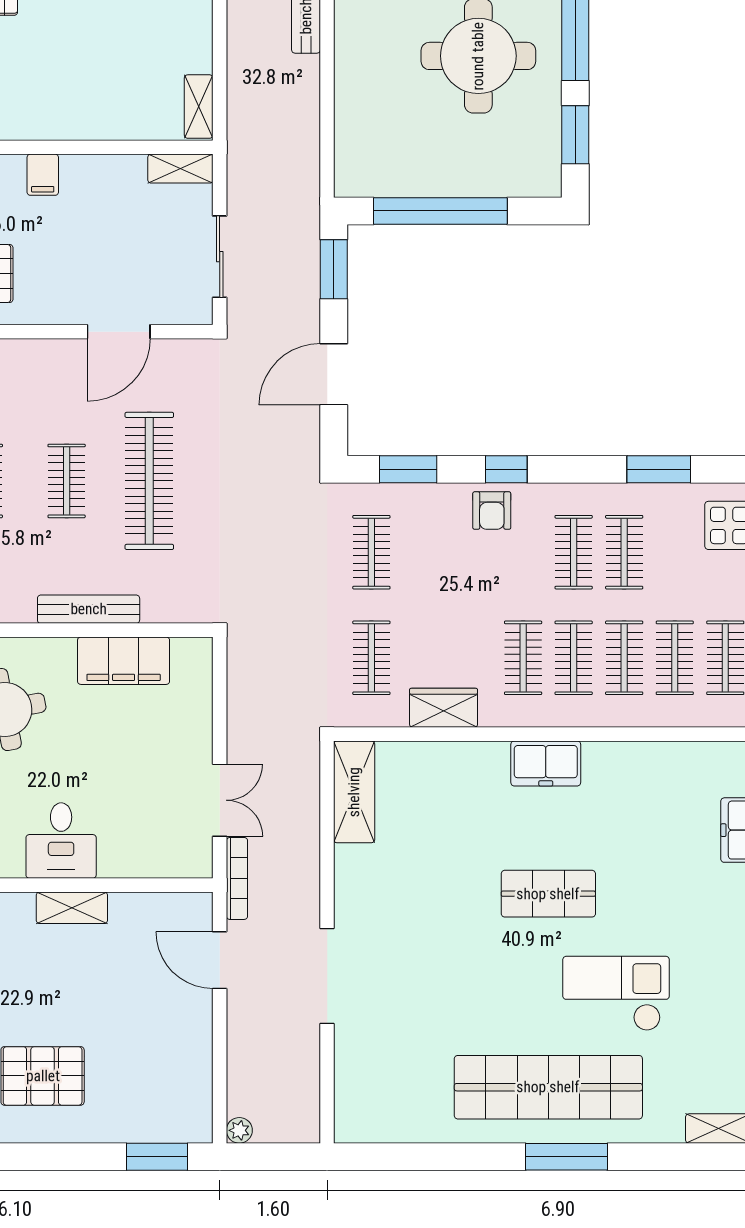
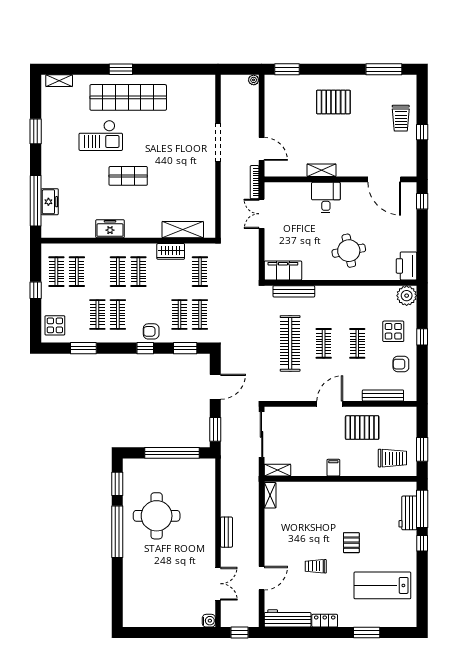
sliding door: (220, 257) -> (262, 434), width x1.37
door: (119, 332) -> (330, 404), moved
armchair: (492, 511) -> (151, 331), turned -90
bench: (89, 609) -> (294, 291), moved
clothes rail: (624, 658) -> (179, 314), moved
filing cabinet: (124, 661) -> (283, 270), moved
freezer: (546, 763) -> (110, 229), moved
shelving: (354, 792) -> (183, 230), moved, turned 90
window: (566, 1157) -> (121, 69), width x0.69

